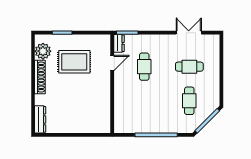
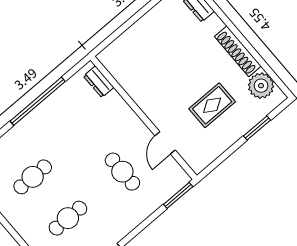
dresser: (119, 43) -> (99, 82), moved
rug: (74, 62) -> (212, 105), width x0.73, depth x0.70
cafe table: (189, 101) -> (33, 177), turned 90

